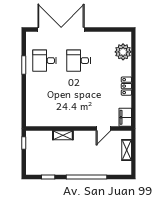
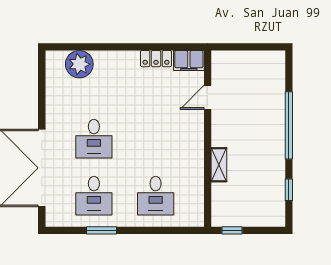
locker: (126, 86) -> (156, 59), moved
desk: (45, 97) -> (156, 196), added
door: (103, 129) -> (208, 97), swing flipped
shelving: (127, 150) -> (244, 58), removed

